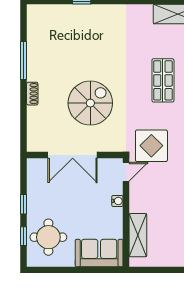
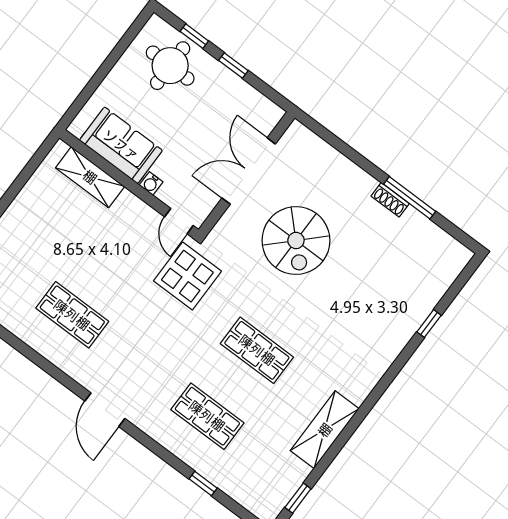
shoe rack: (32, 94) -> (390, 200), moved
sofa: (99, 253) -> (121, 145), moved, turned -90

